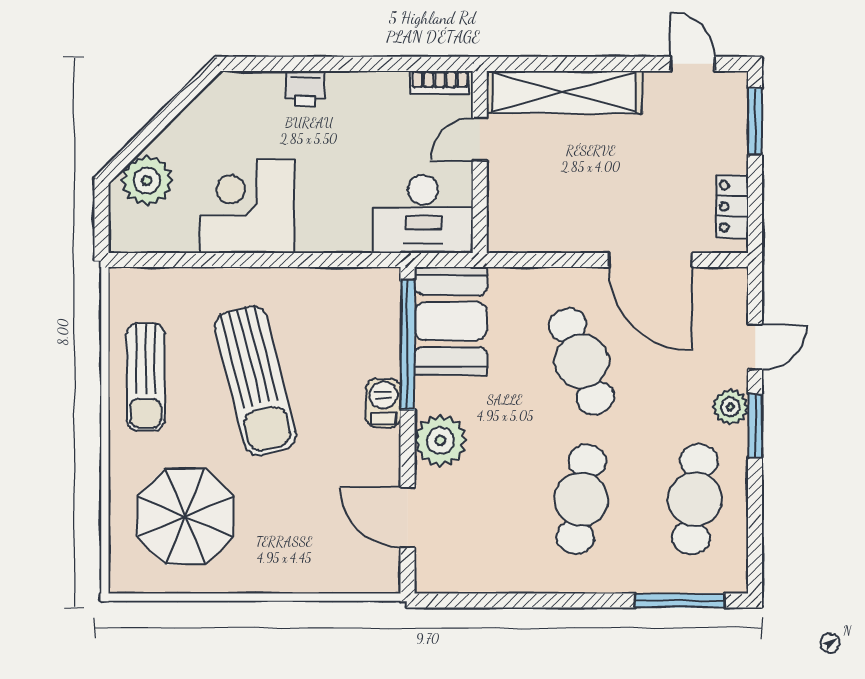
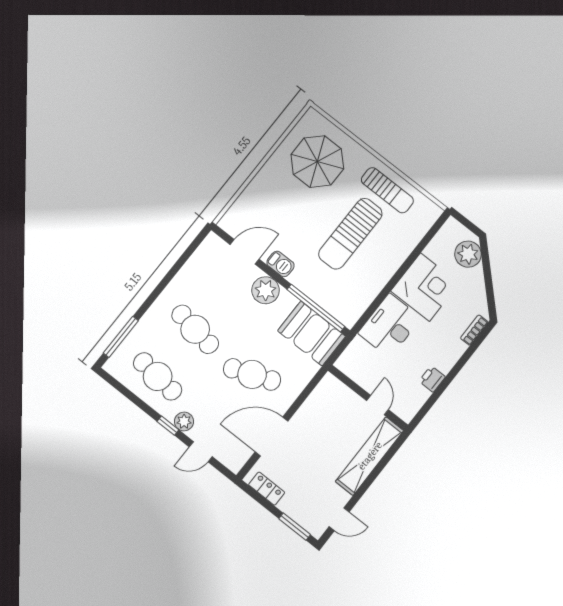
bookcase: (440, 82) -> (474, 330), moved
printer: (305, 88) -> (432, 379), moved
desk: (423, 214) -> (390, 325), moved
door: (755, 347) -> (201, 452), hinge flipped
sun lounger: (146, 377) -> (387, 190), turned 180
sun lounger: (255, 381) -> (350, 234), turned -76
barbecue: (383, 403) -> (281, 264), moved
window: (755, 426) -> (168, 426), width x0.67

